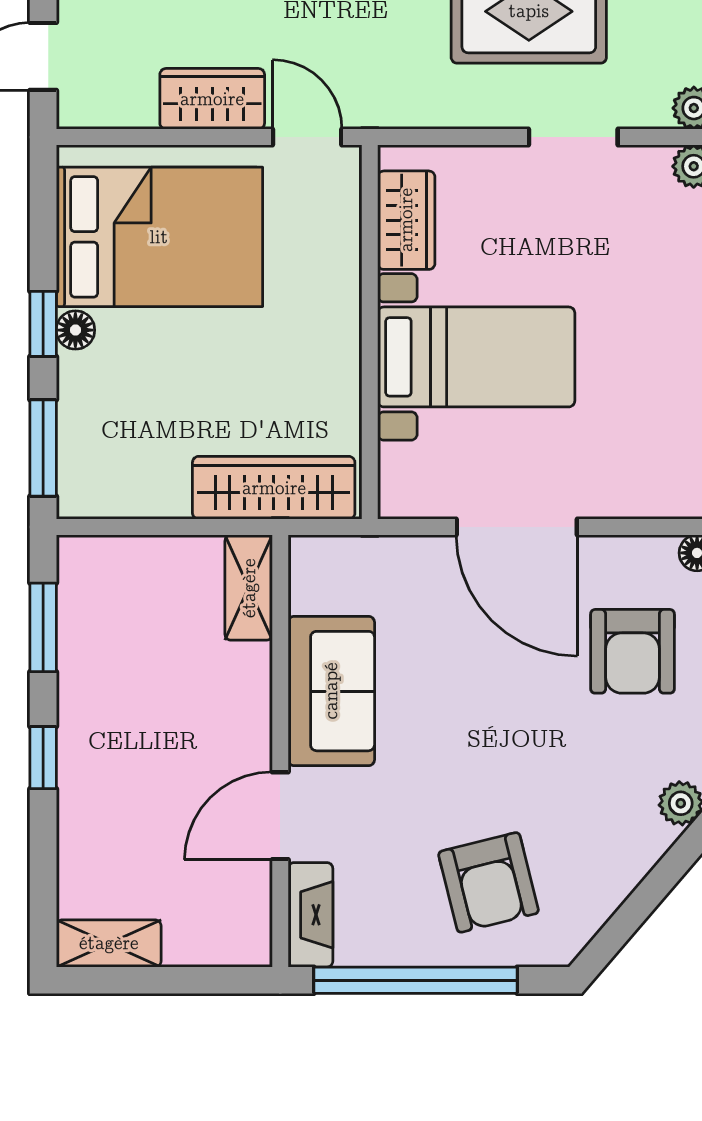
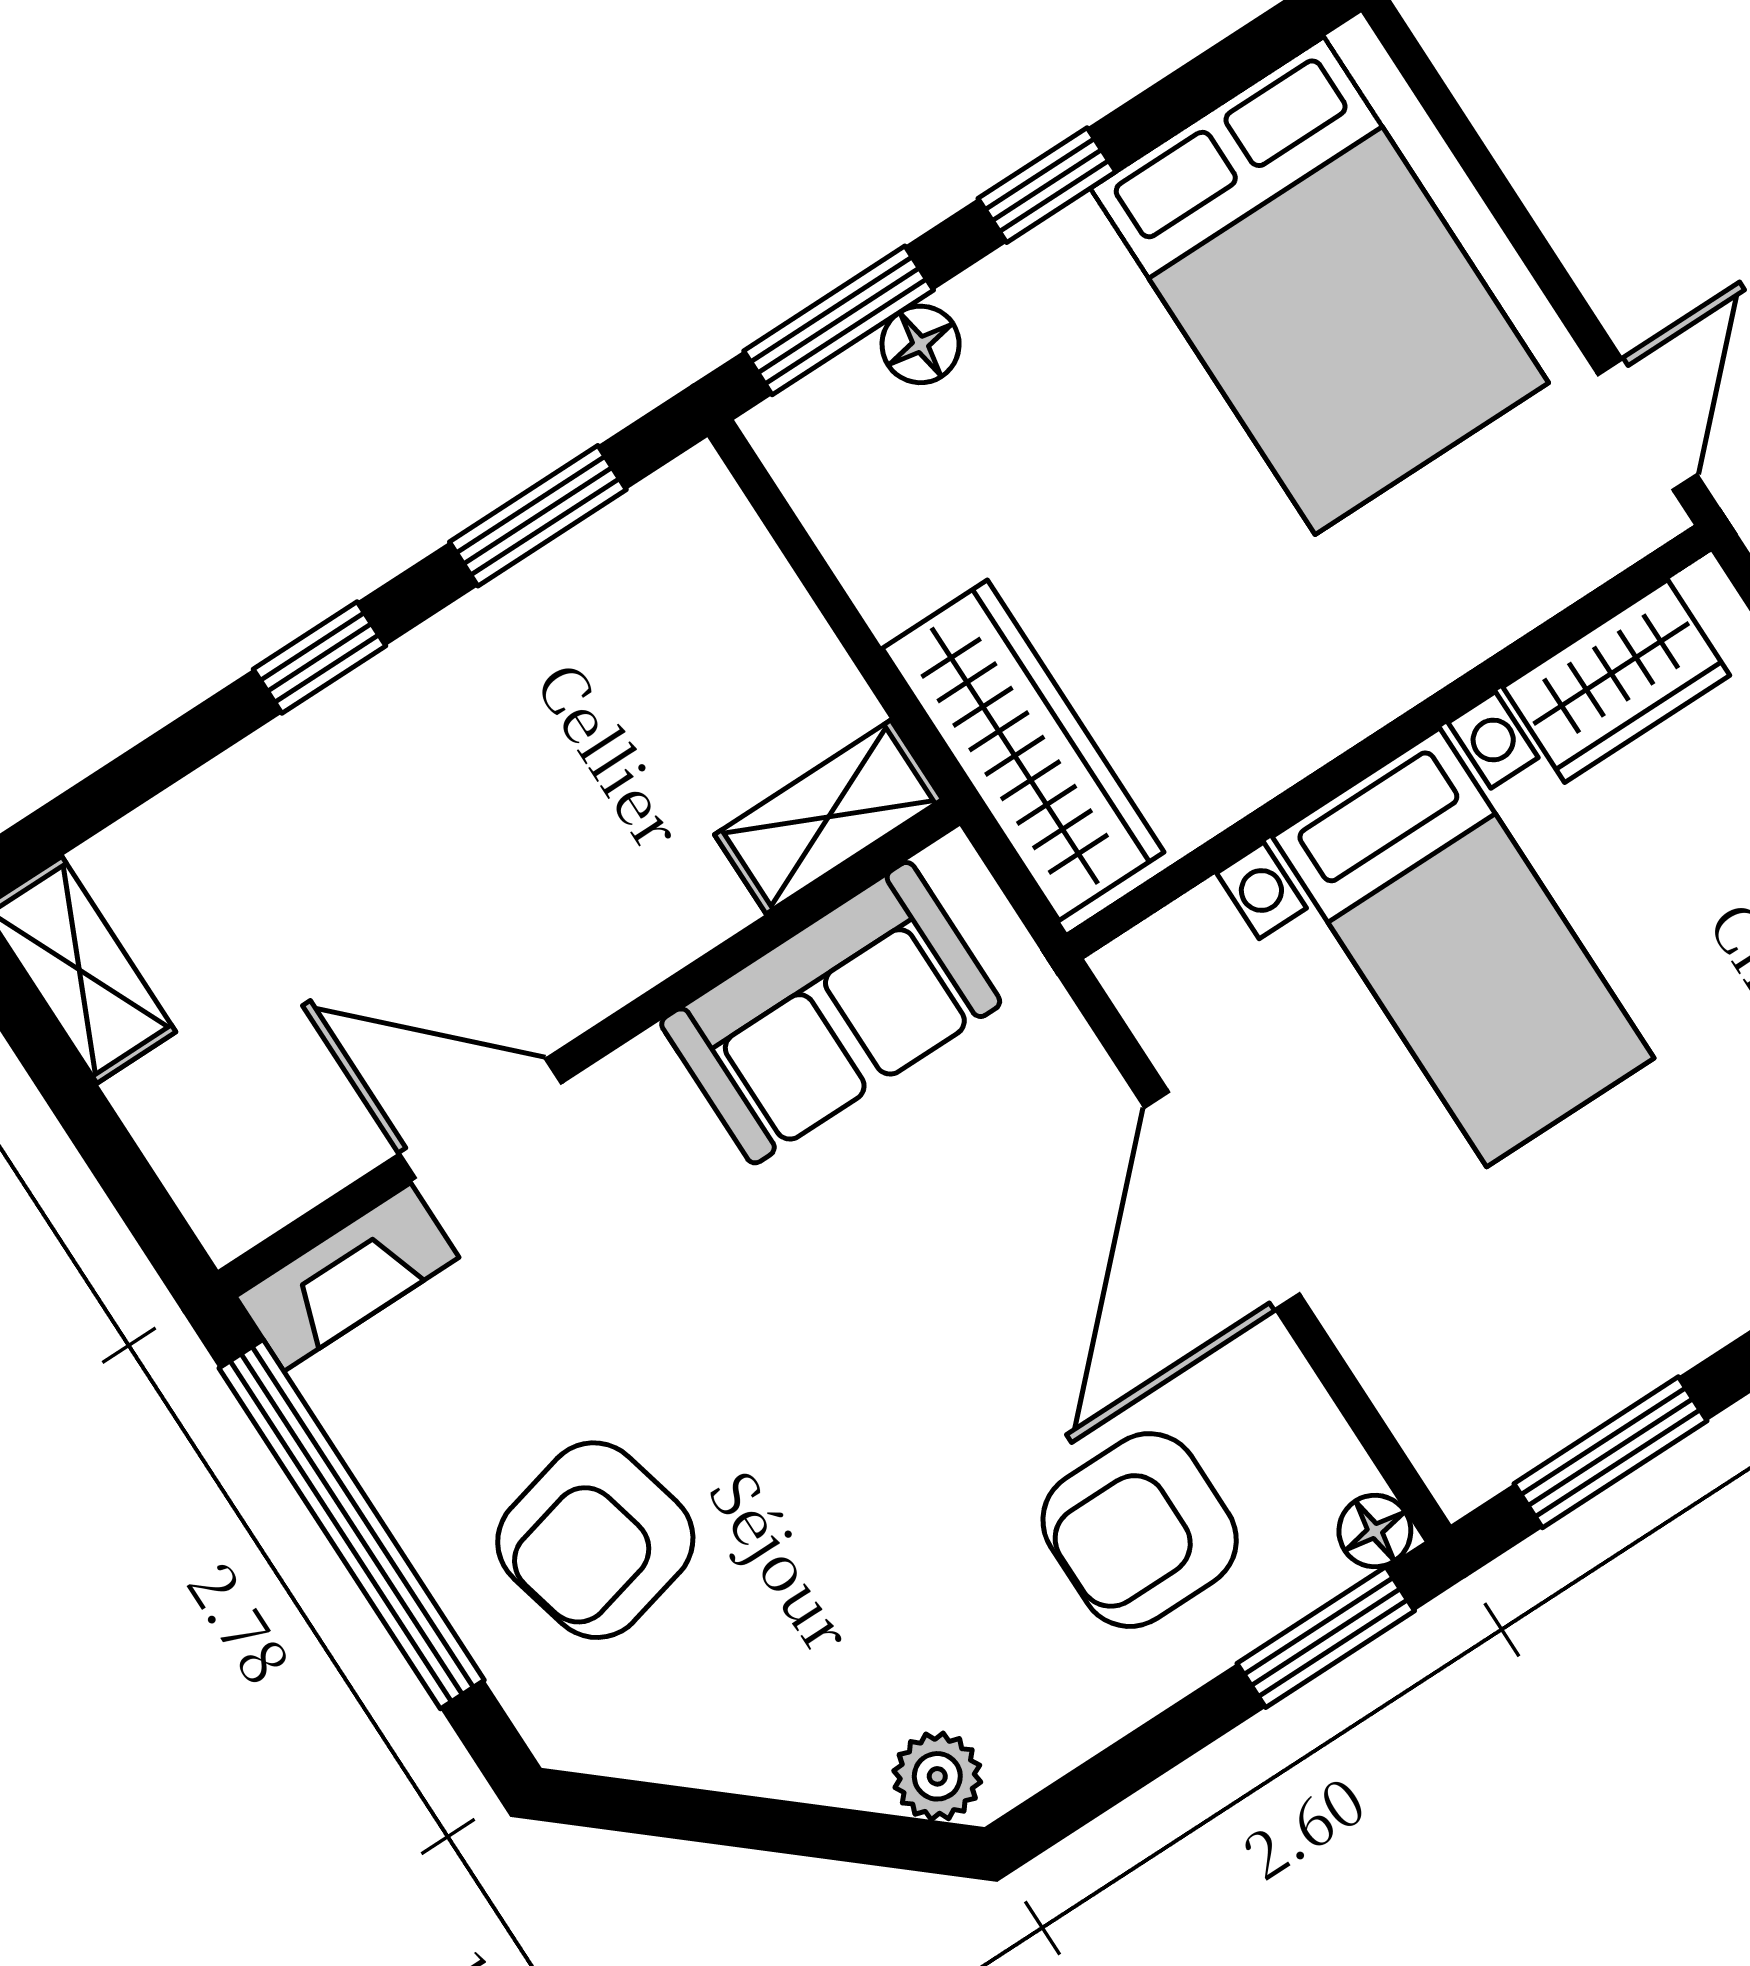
wardrobe: (212, 99) -> (1608, 224), removed
floor lamp: (75, 330) -> (921, 344), moved
sofa: (331, 691) -> (831, 1013), moved

